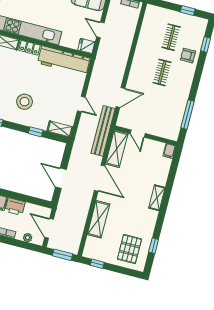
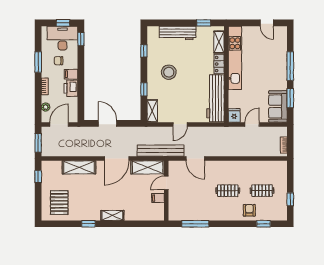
filing cabinet: (169, 151) -> (158, 198), moved
door: (61, 178) -> (107, 123), hinge flipped
window: (154, 246) -> (88, 224), moved
pallet: (129, 249) -> (59, 203), turned 90

